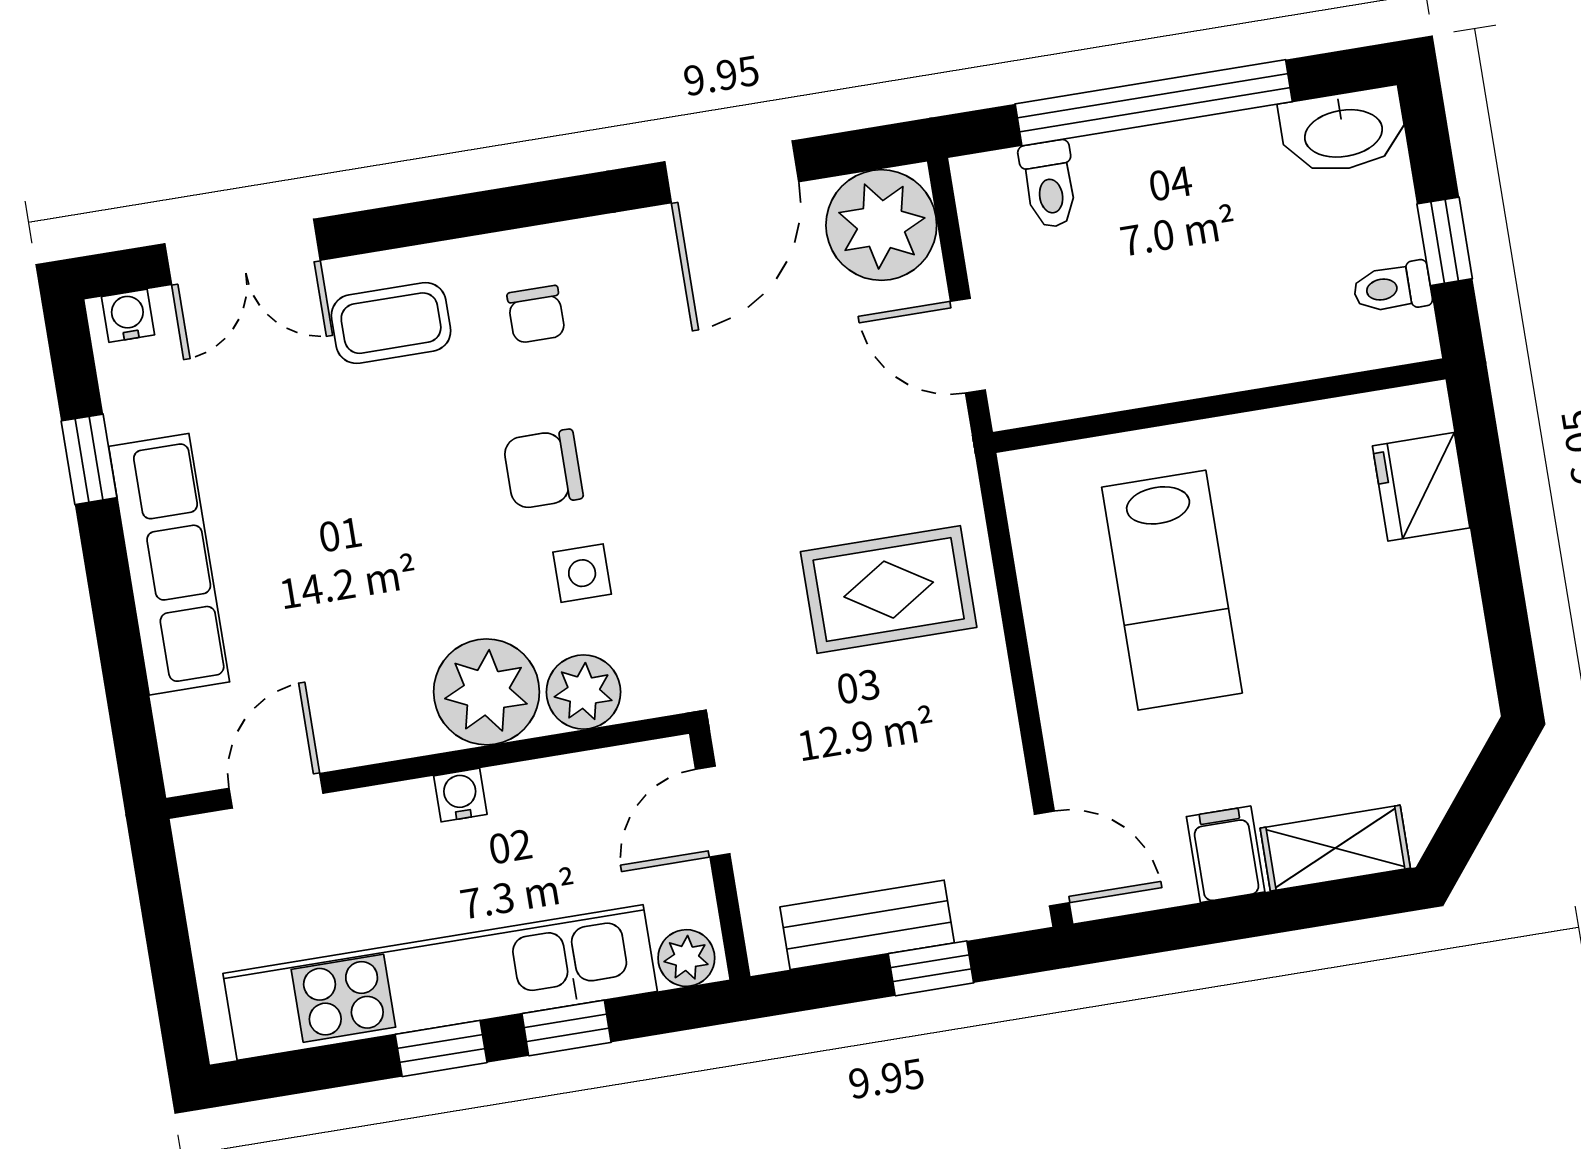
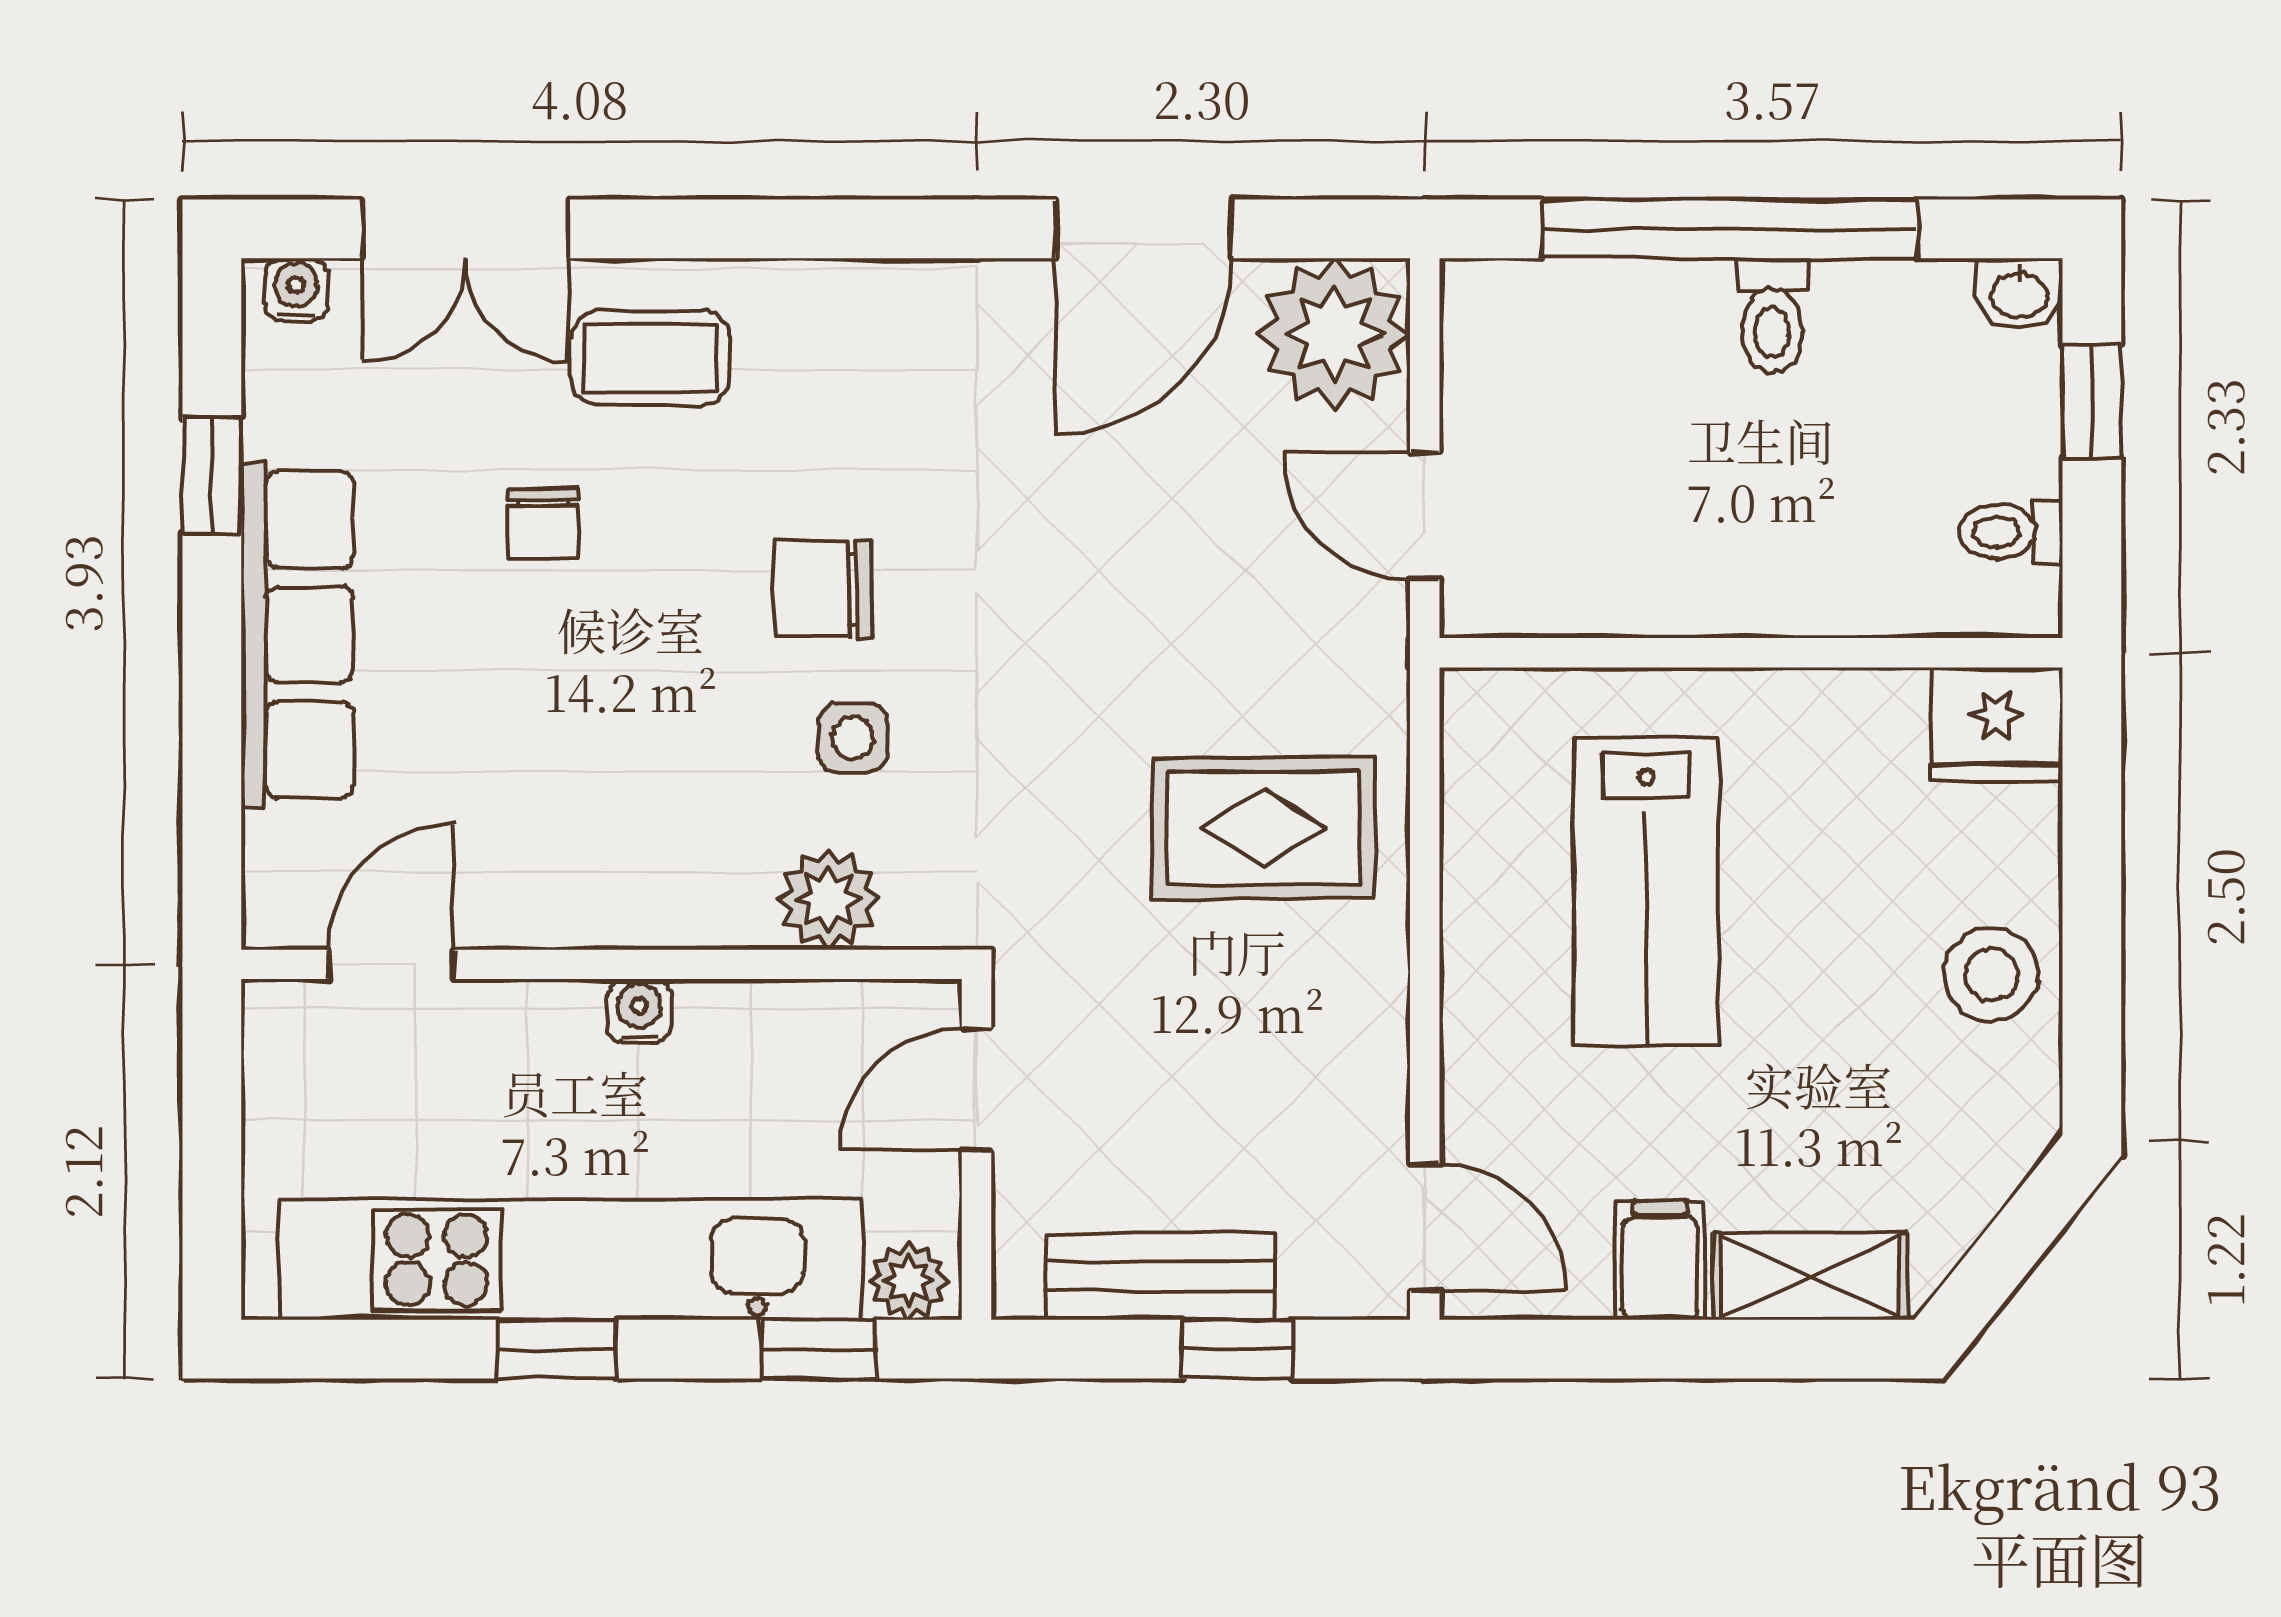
washbasin: (1343, 131) -> (2019, 293), width x0.52, depth x0.69
toilet: (1049, 184) -> (1772, 316), moved
window: (1445, 241) -> (2092, 402), moved
chair: (536, 314) -> (543, 524), moved
fridge: (1421, 487) -> (1997, 724), moved, turned -90
stool: (1430, 609) -> (1991, 974), added
plant: (487, 692) -> (698, 877), removed
window: (566, 1028) -> (819, 1349), moved

